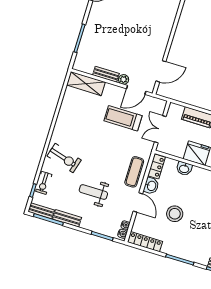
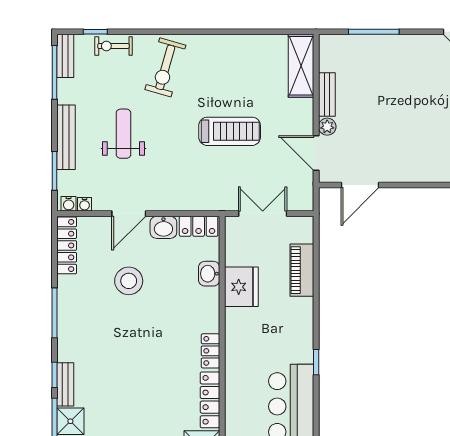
door: (161, 71) -> (360, 185), hinge flipped
treadmill: (123, 118) -> (230, 131), moved, turned 90
exercise mat: (134, 172) -> (178, 192), removed
bench: (67, 218) -> (66, 137), moved, width x1.36

